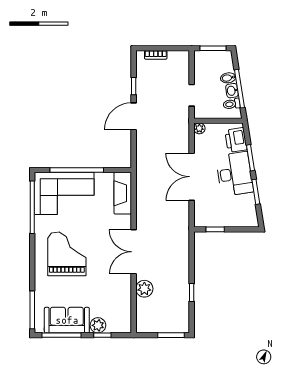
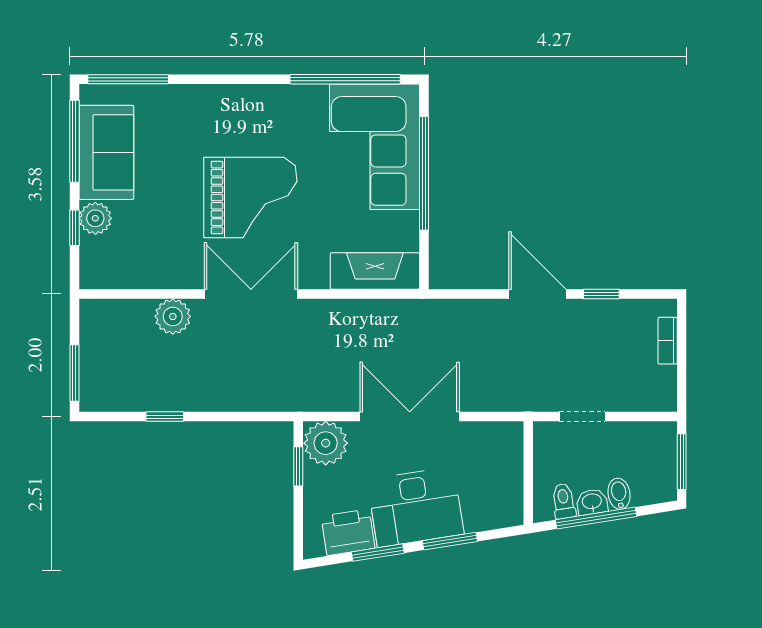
plant: (199, 128) -> (326, 443), moved, width x1.88, depth x1.88
printer: (236, 140) -> (348, 532), moved
grand piano: (67, 254) -> (250, 197), moved

